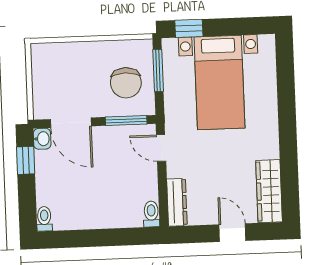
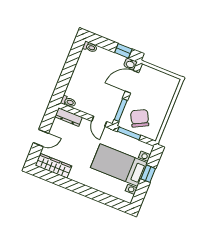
window: (189, 28) -> (148, 174), moved
window: (158, 70) -> (129, 133), moved
chair: (126, 83) -> (140, 118), turned 63
door: (161, 148) -> (99, 121), swing flipped

